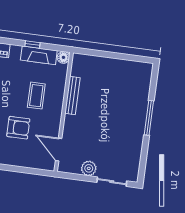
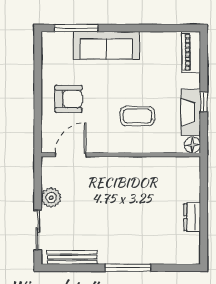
dresser: (118, 65) -> (192, 217), added
bench: (72, 96) -> (72, 257), moved
armchair: (18, 128) -> (69, 99), moved, turned -90

